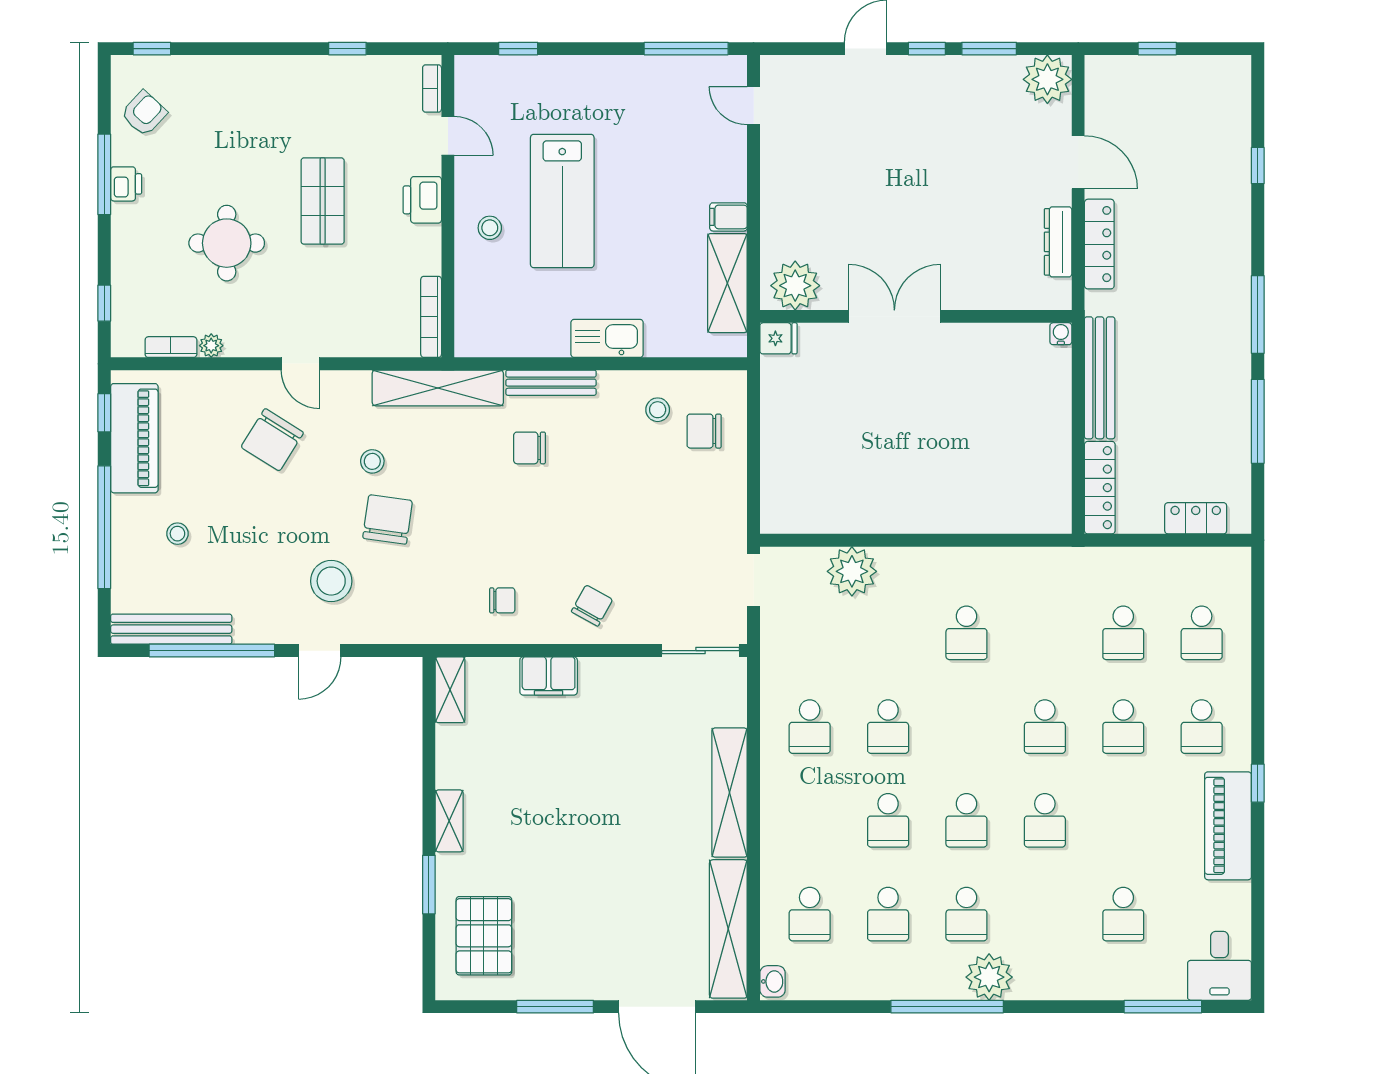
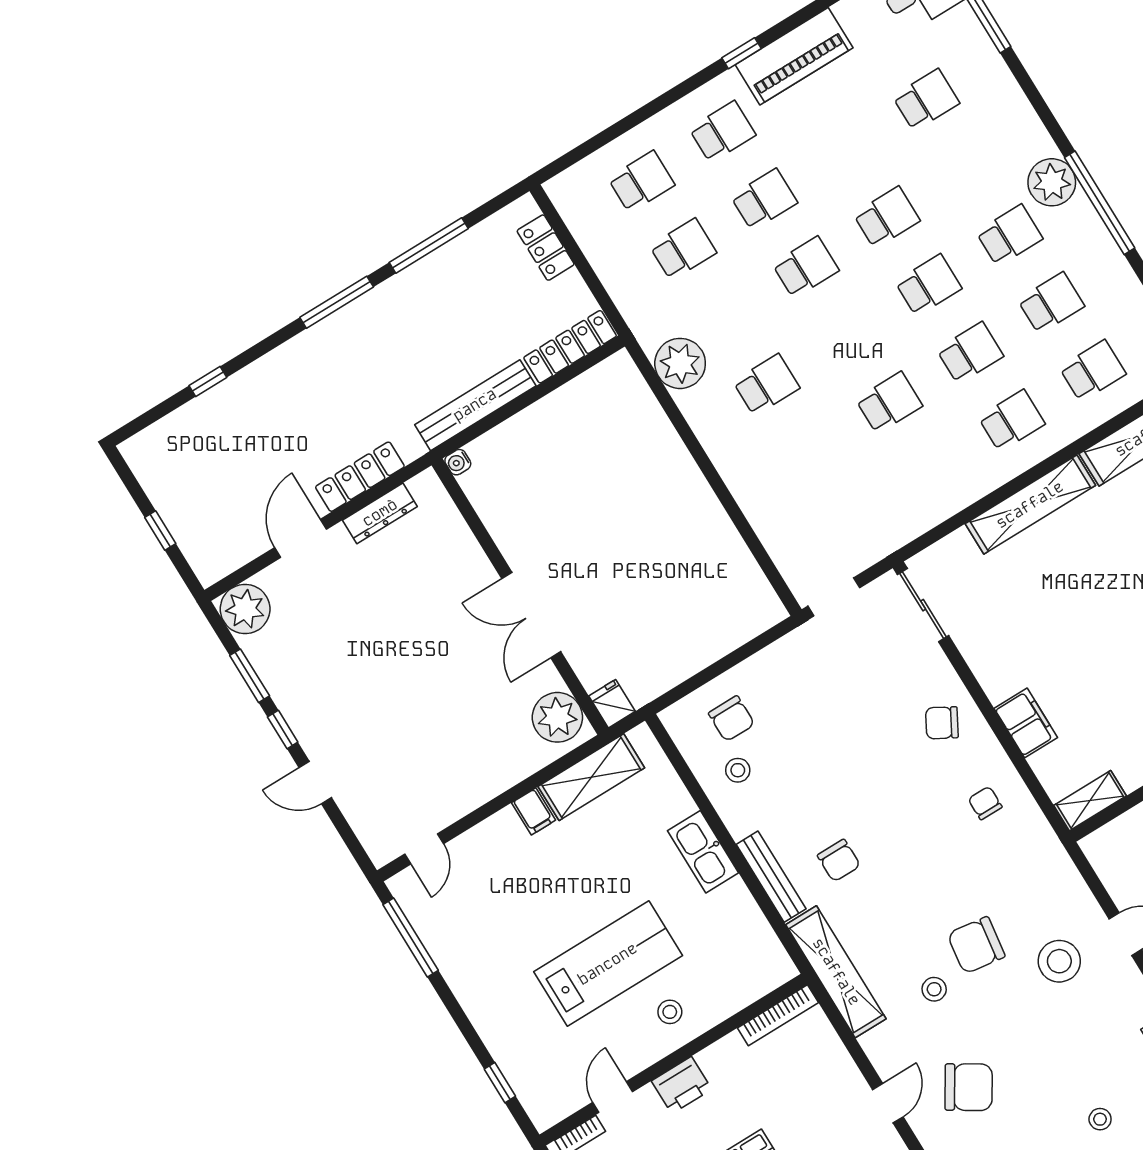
plant: (852, 571) -> (680, 363), moved
school desk: (810, 727) -> (1012, 421), moved

